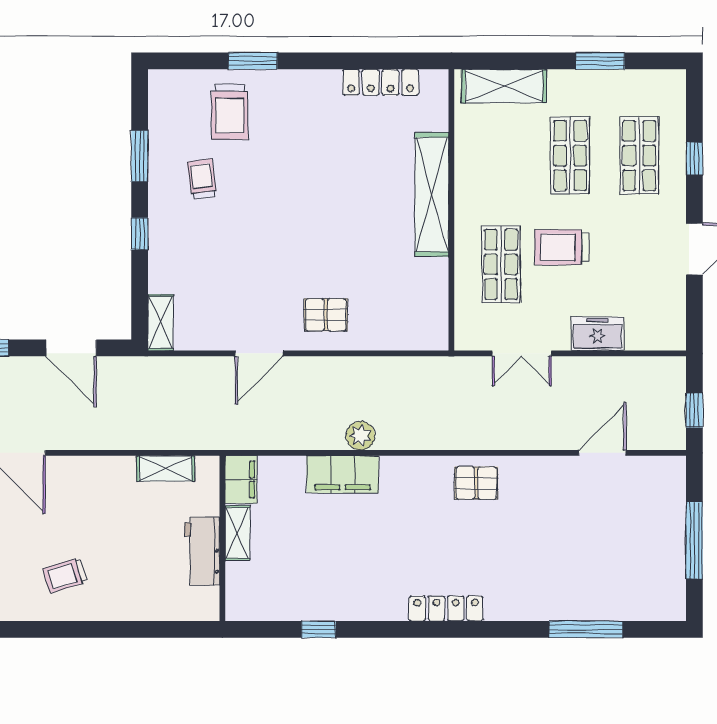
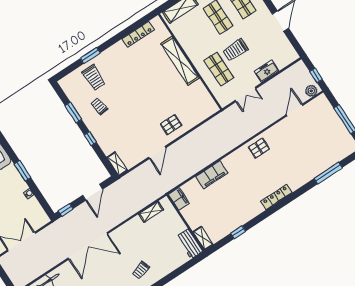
door: (71, 348) -> (93, 192), hinge flipped
plant: (360, 436) -> (311, 91), moved
shelving: (238, 533) -> (203, 238), moved
workbench: (202, 551) -> (190, 244), moved

